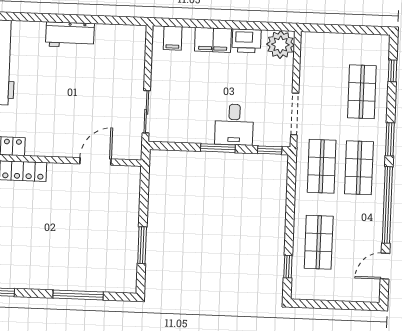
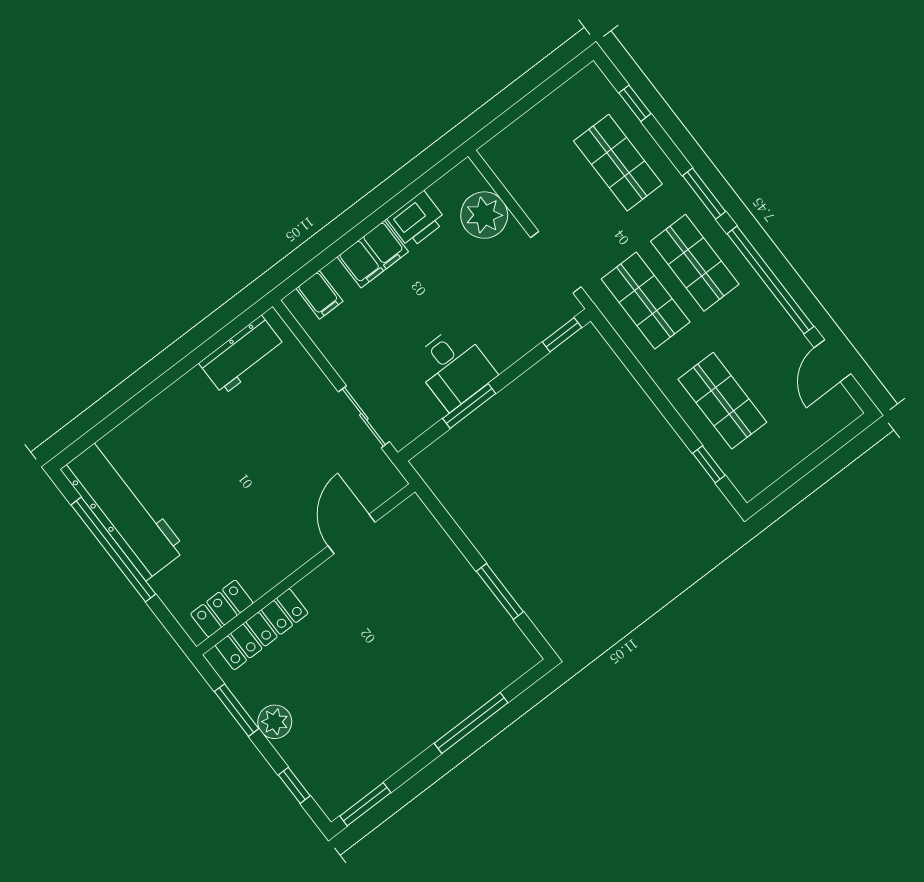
workbench: (70, 35) -> (242, 355), moved
plant: (280, 45) -> (484, 215), moved
desk: (234, 125) -> (454, 367), moved
window: (218, 148) -> (469, 406), moved

